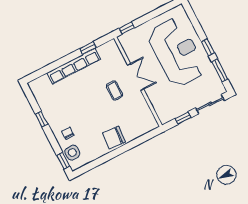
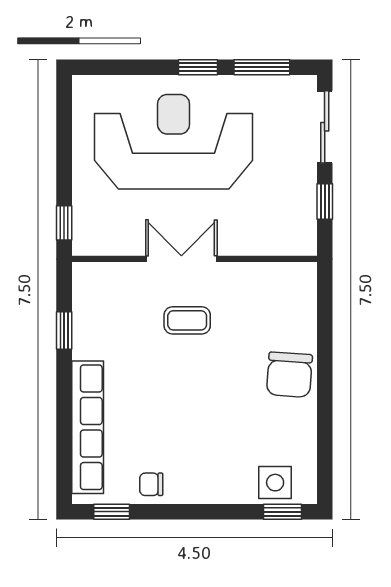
row of seats: (74, 66) -> (88, 427), moved
window: (42, 119) -> (112, 512), moved
chair: (68, 133) -> (151, 484), moved

